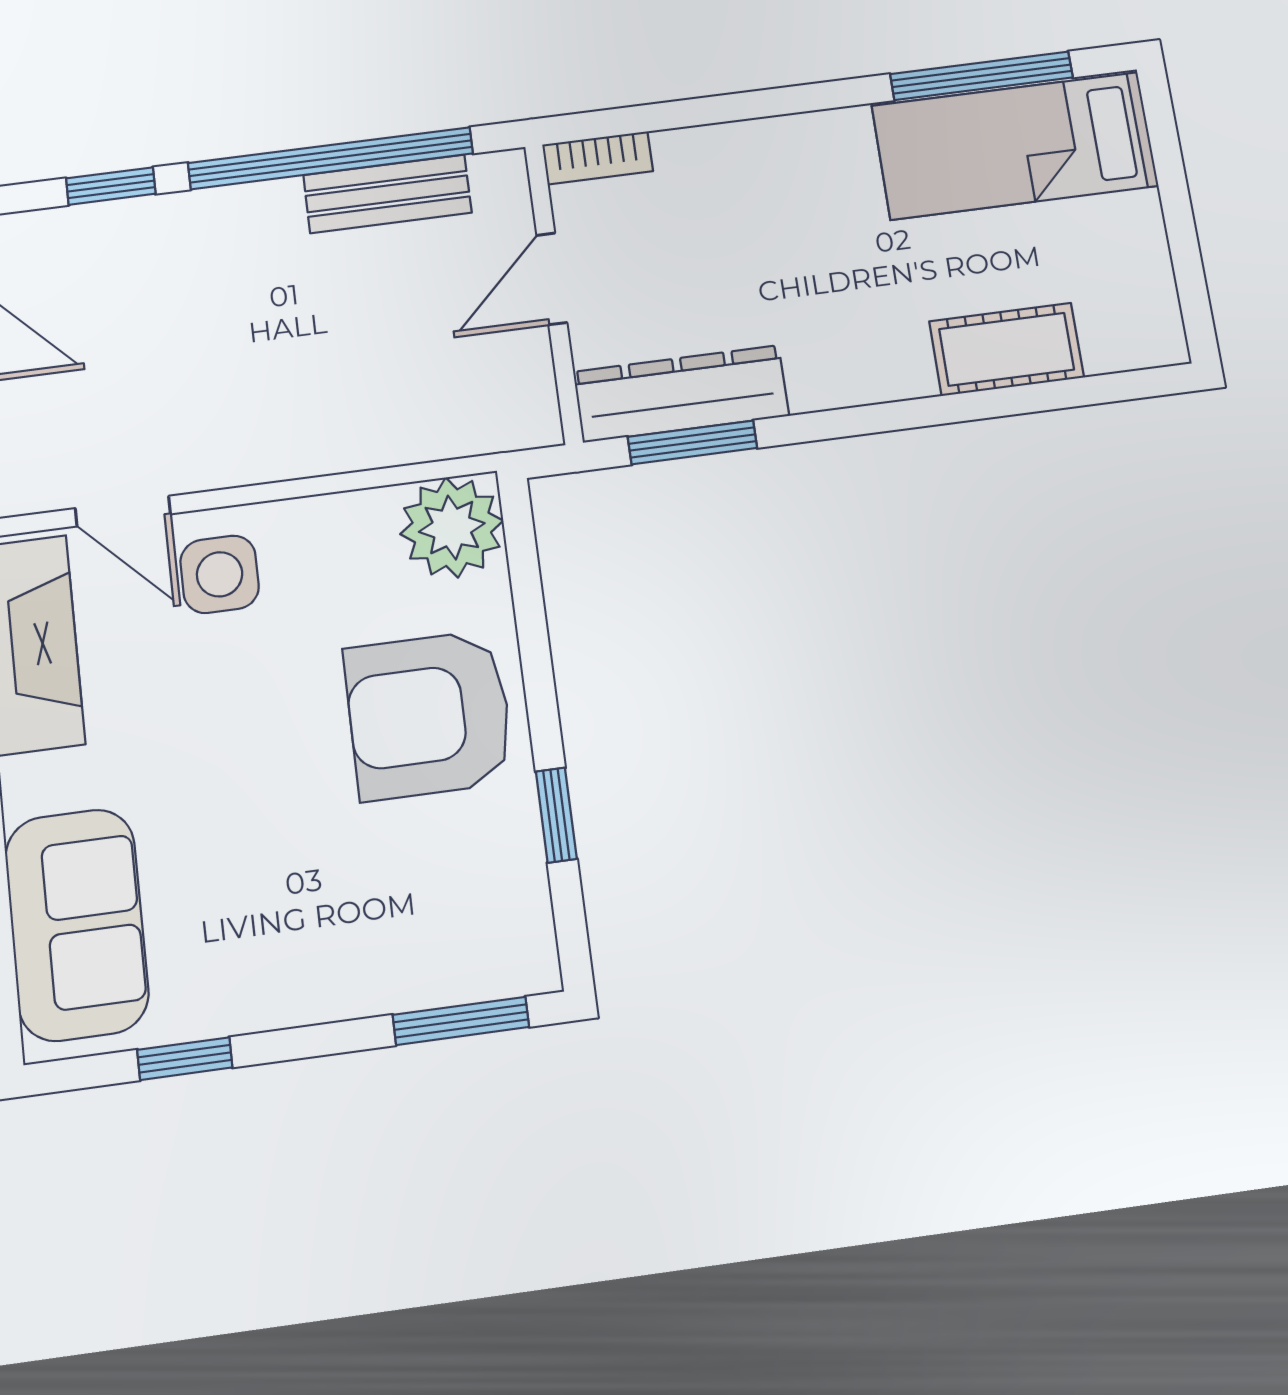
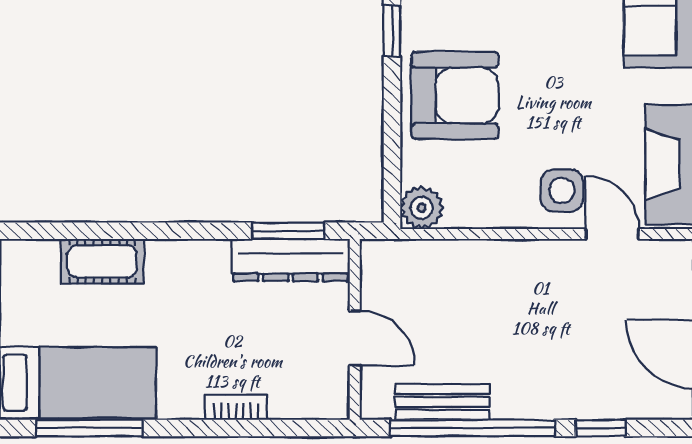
bookcase: (597, 158) -> (236, 408), moved
door: (552, 279) -> (355, 338), hinge flipped
plant: (452, 527) -> (422, 208), width x0.73, depth x0.73

